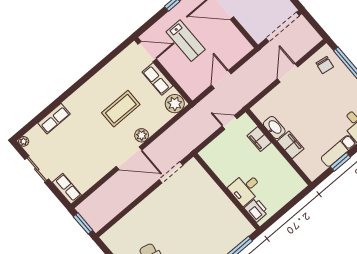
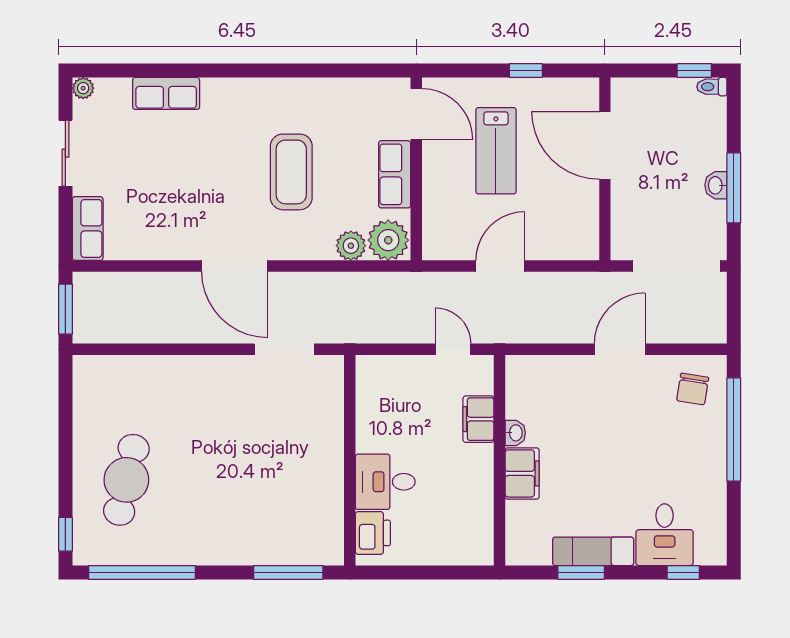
coffee table: (121, 109) -> (291, 172), turned 90
washbasin: (274, 128) -> (515, 433), width x0.52, depth x0.69
plant: (142, 135) -> (351, 246), moved

